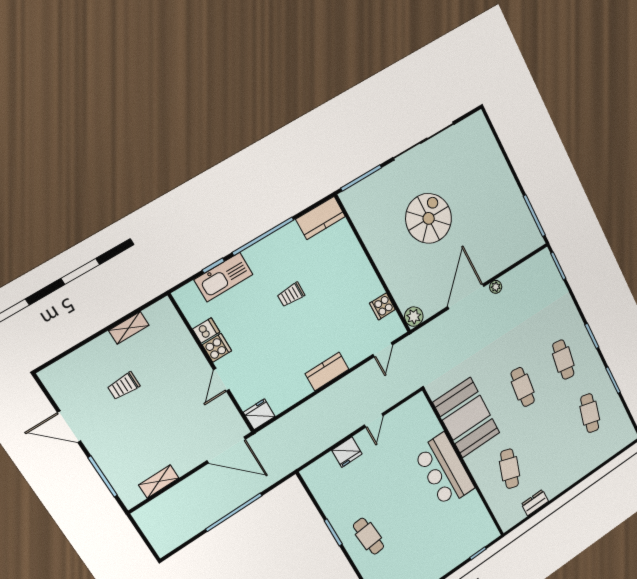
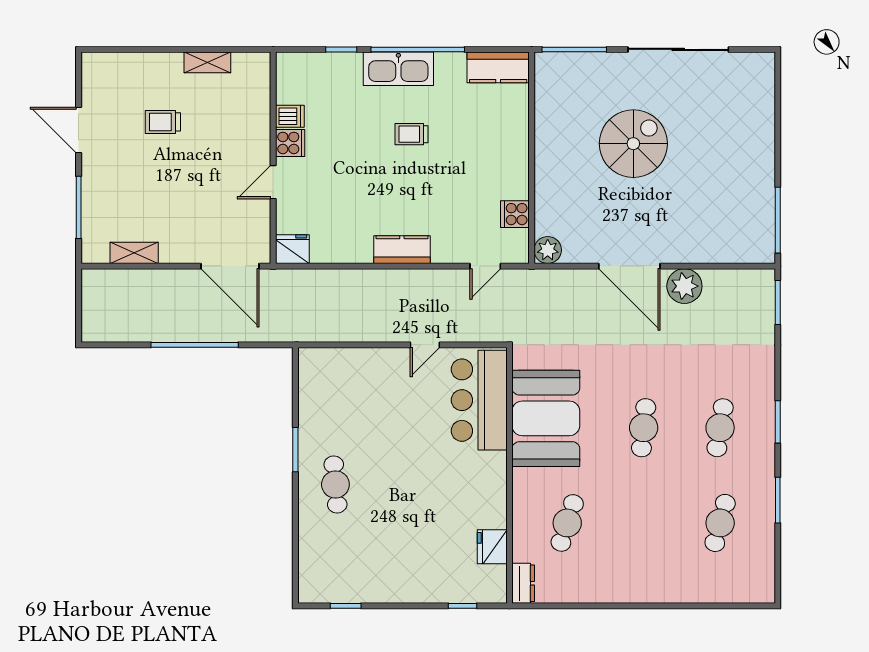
kitchen sink: (223, 277) -> (398, 69), moved
plant: (496, 287) -> (684, 286), width x1.88, depth x1.88
door: (466, 297) -> (629, 266), swing flipped
fridge: (347, 452) -> (492, 547), moved, turned 90
bar counter: (444, 470) -> (479, 400), moved
dresser: (535, 503) -> (523, 583), moved, turned 90

